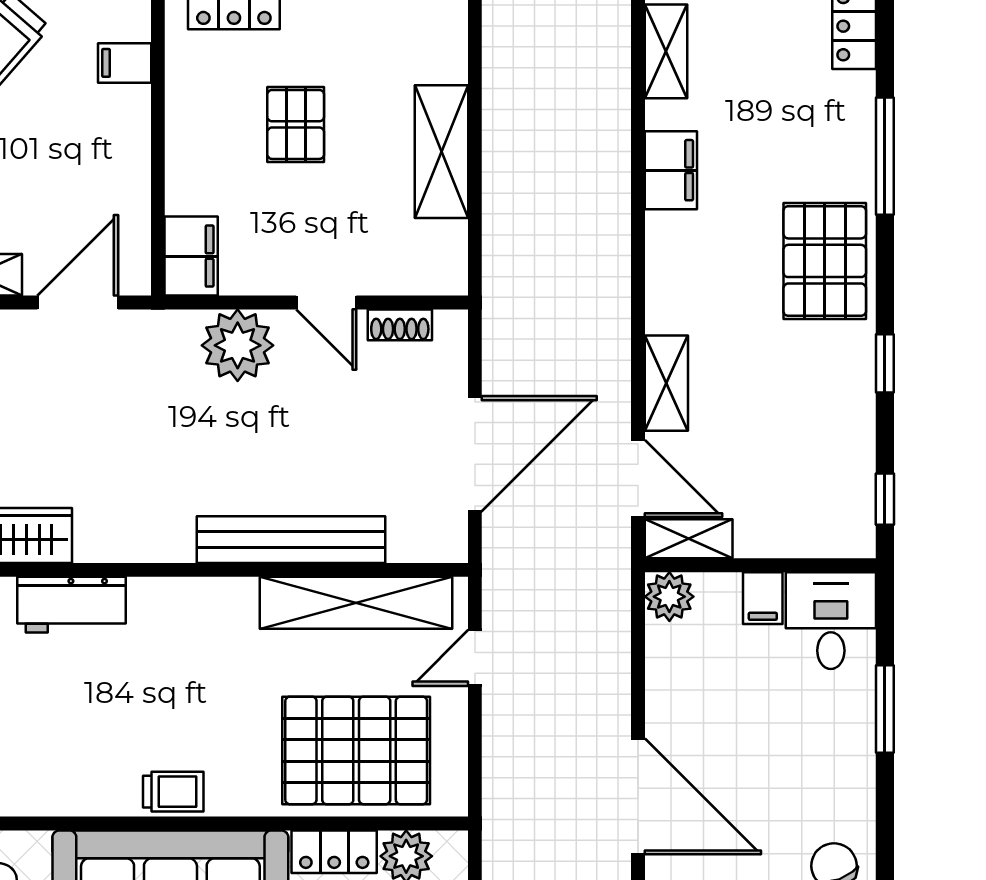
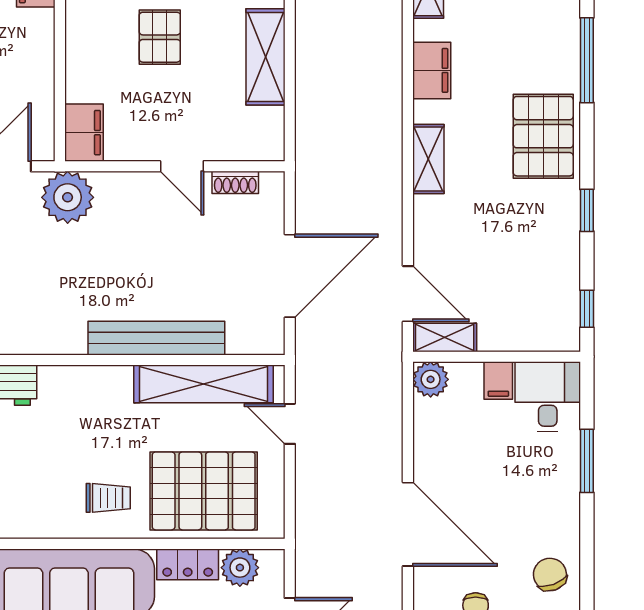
plant: (238, 345) -> (68, 197), moved
shelving: (666, 383) -> (428, 159), moved
door: (475, 658) -> (290, 424), hinge flipped
trolley: (173, 792) -> (108, 498), moved

